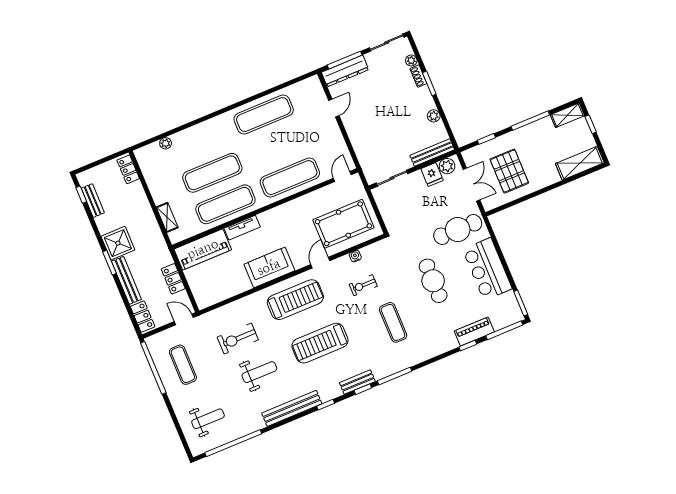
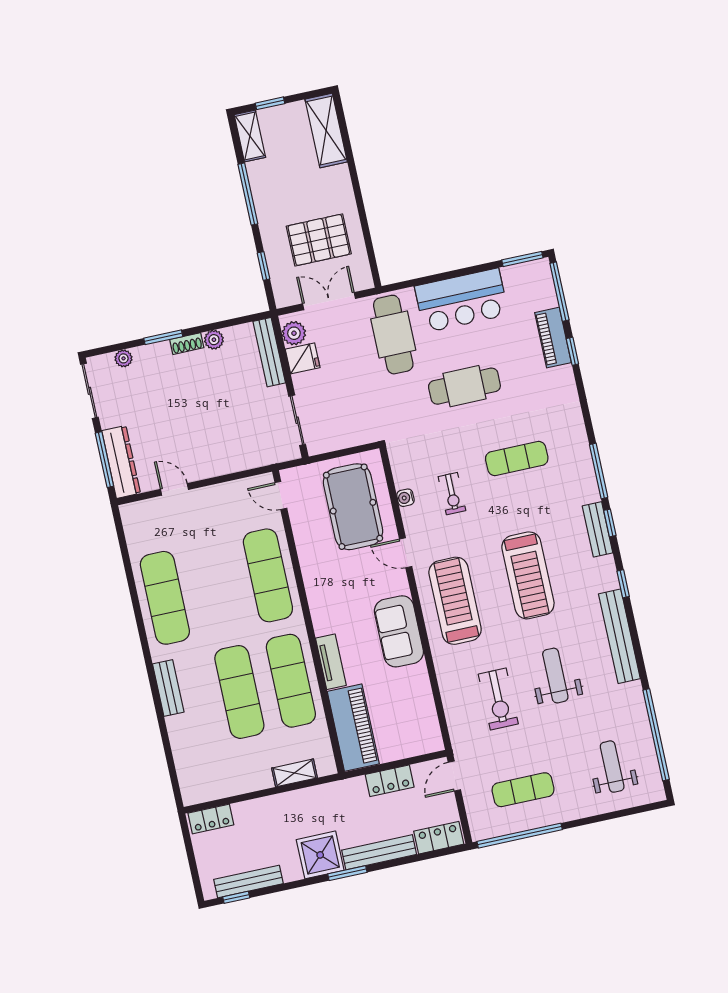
shoe rack: (418, 76) -> (187, 344), moved
bench: (207, 127) -> (168, 688), added
plant: (166, 143) -> (181, 755), removed
bench: (93, 201) -> (248, 882), width x1.36

